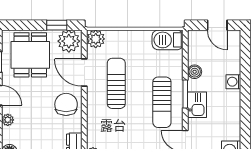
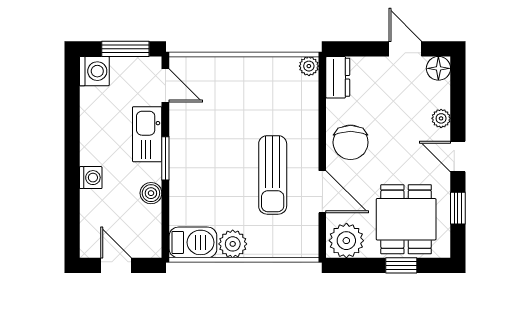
window: (57, 25) -> (401, 265), moved
plant: (96, 39) -> (233, 244), moved
sun lounger: (162, 102) -> (202, 146), removed
kitchen sink: (197, 105) -> (147, 134), width x1.38

